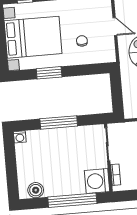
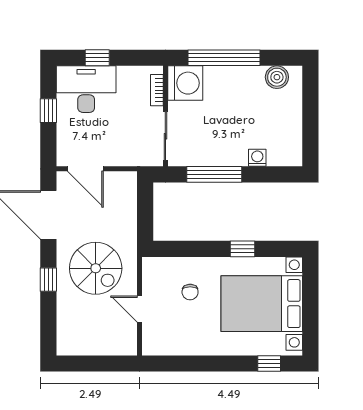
window: (49, 73) -> (243, 249), width x0.67
window: (59, 122) -> (214, 174), moved
washing machine: (20, 137) -> (257, 158), moved

